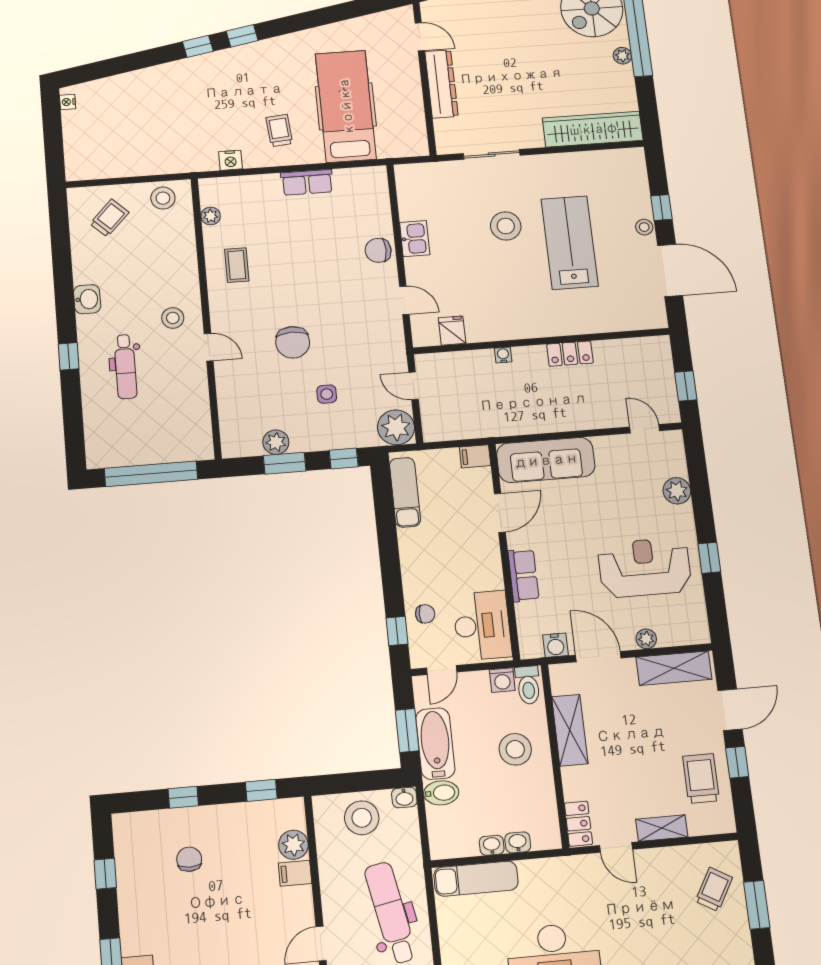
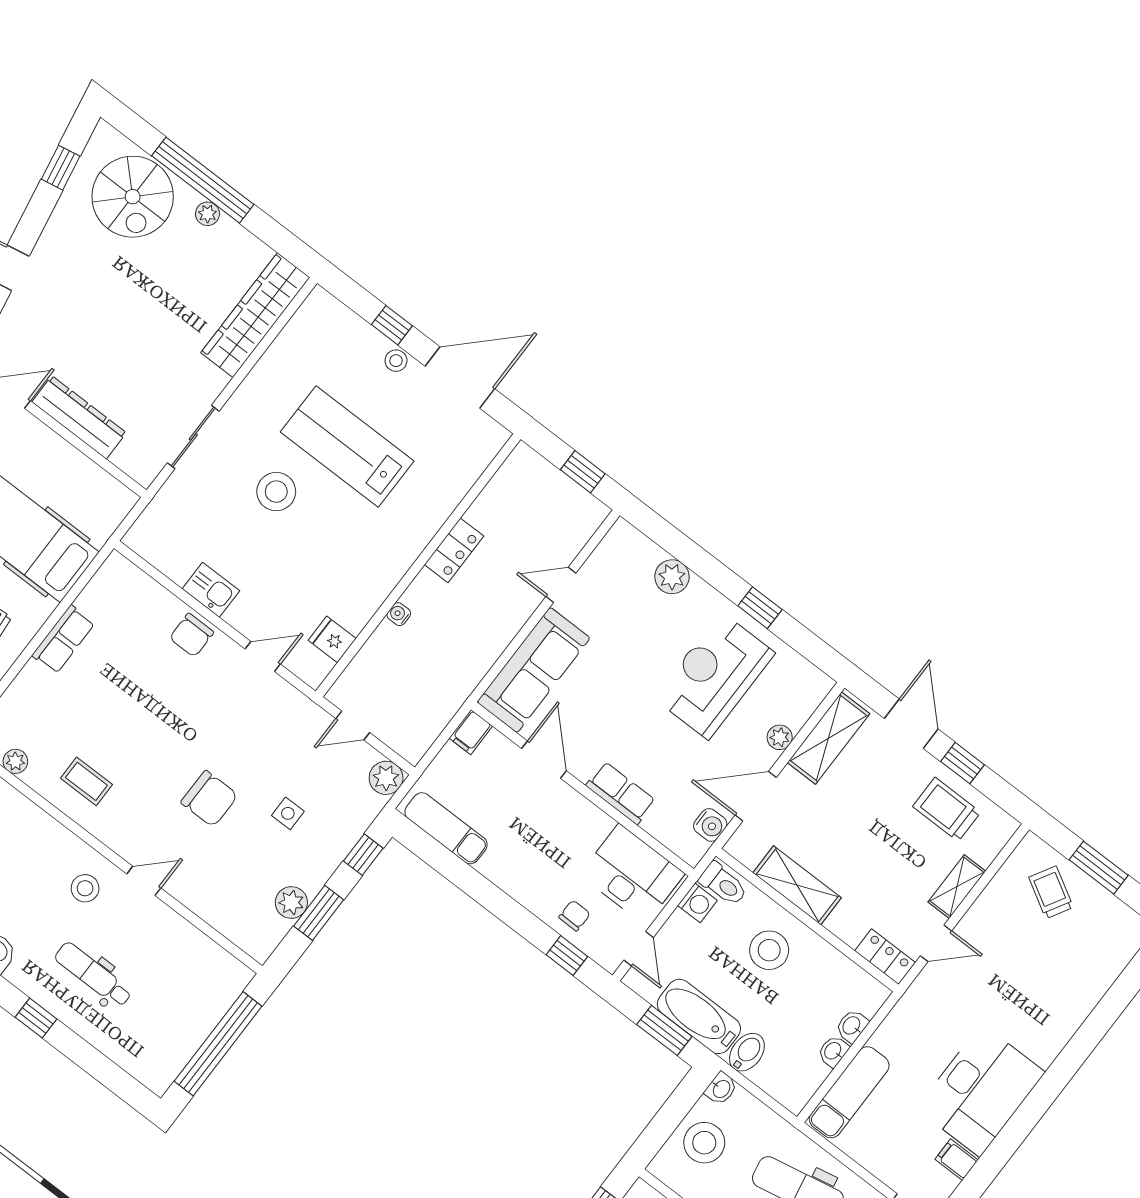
dental chair: (125, 367) -> (93, 975), turned 180
plant: (396, 427) -> (386, 778), width x0.73, depth x0.73
door: (645, 429) -> (561, 585), moved

